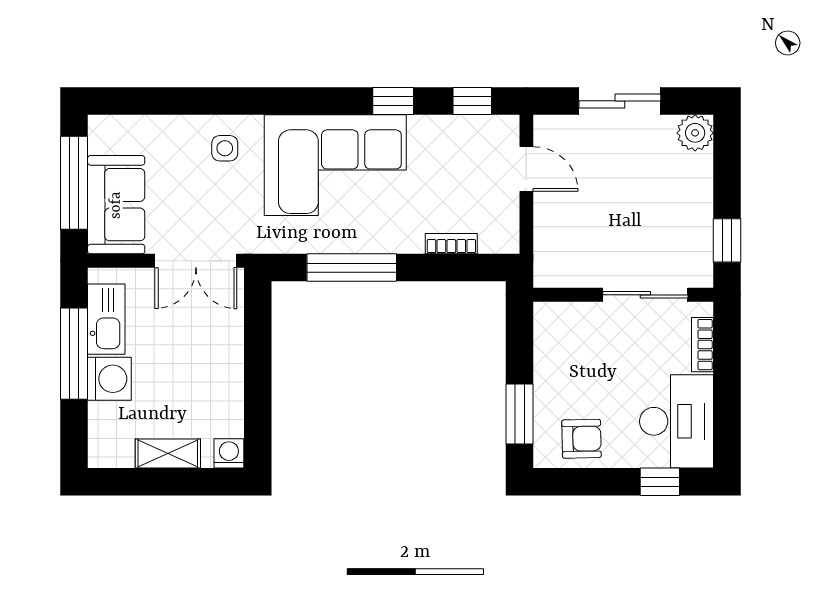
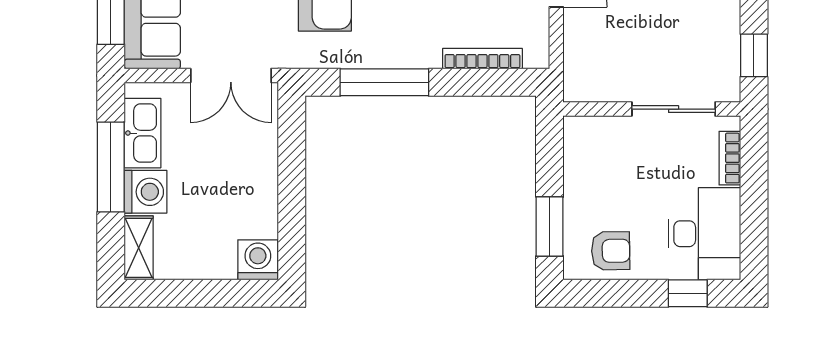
bookcase: (451, 244) -> (482, 59), width x1.56
washing machine: (229, 453) -> (258, 260), width x1.38, depth x1.38
shelving: (168, 454) -> (139, 248), moved, turned 90

